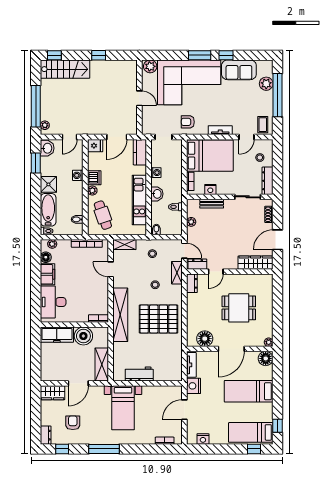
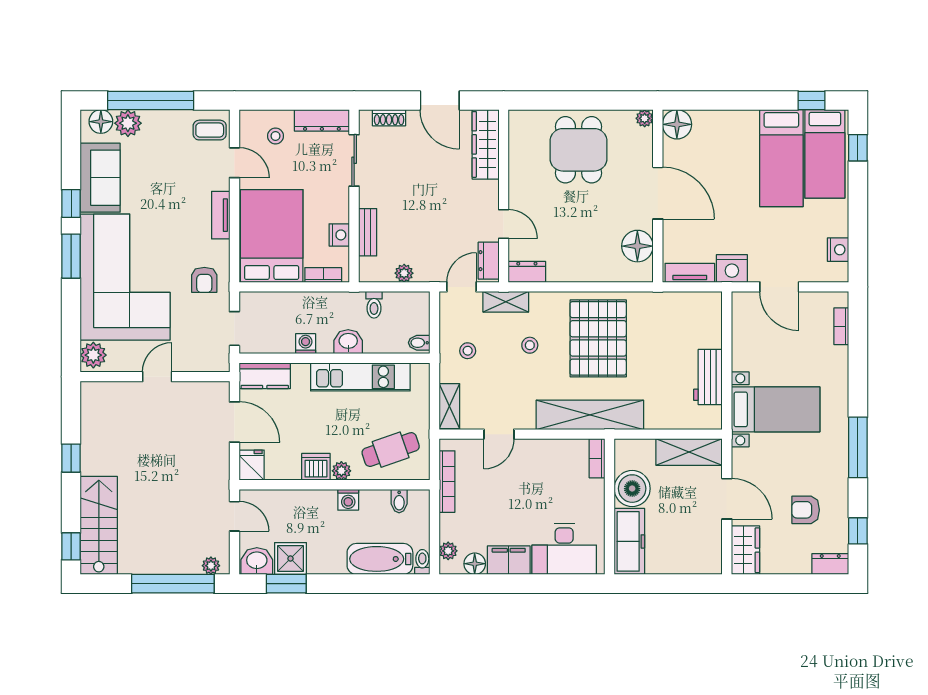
floor lamp: (267, 70) -> (101, 122), added
washing machine: (78, 175) -> (348, 500), moved
shower: (48, 184) -> (290, 559), moved
dining table: (239, 308) -> (579, 150), moved
bed: (249, 391) -> (781, 158), moved

